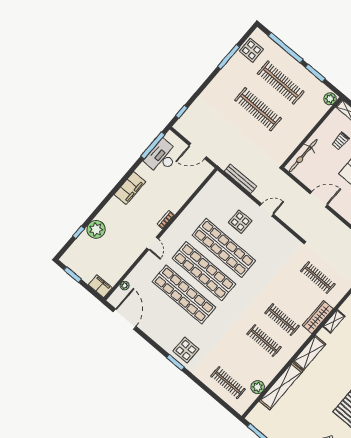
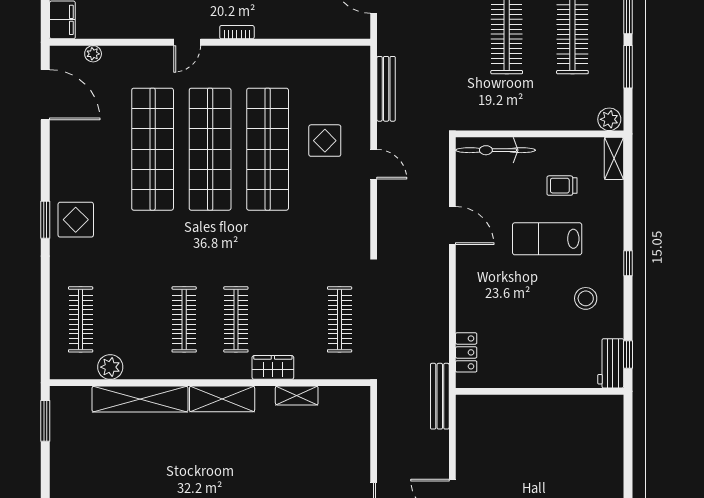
wardrobe: (318, 317) -> (273, 367), width x0.67
door: (125, 319) -> (45, 95), hinge flipped

